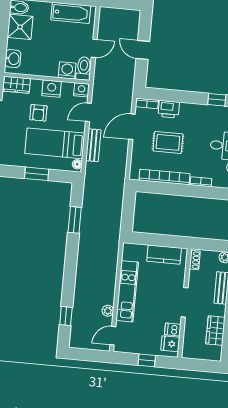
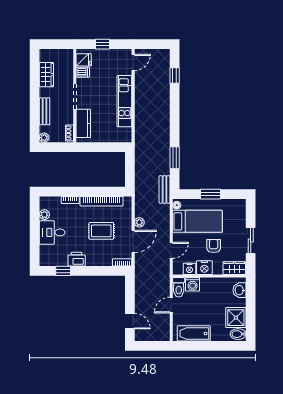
door: (143, 50) -> (130, 321), moved
nightstand: (81, 90) -> (190, 269), moved
printer: (169, 109) -> (77, 259), moved
bench: (93, 145) -> (165, 189), moved
kitchen counter: (164, 255) -> (83, 123), moved, turned 90
plant: (108, 311) -> (139, 222), moved

